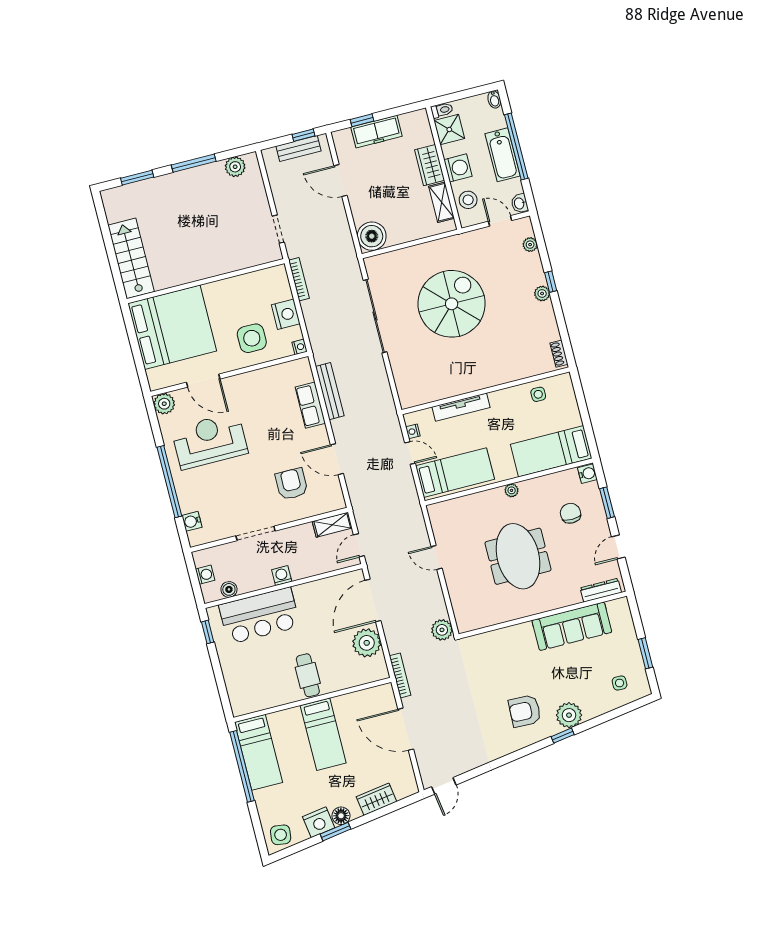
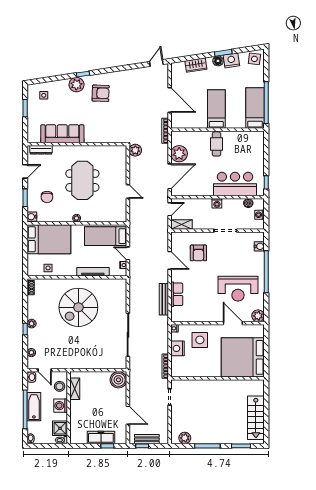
wardrobe: (430, 165) -> (76, 411), removed
stairs: (131, 258) -> (256, 418), moved
spiral stairs: (452, 304) -> (78, 307), moved
bed: (551, 451) -> (49, 239), width x1.50

